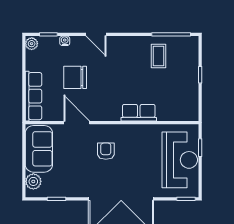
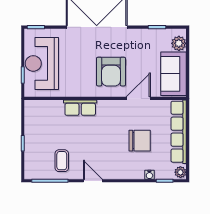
door: (96, 34) -> (93, 181), moved
row of seats: (33, 96) -> (179, 132), width x1.36
door: (77, 123) -> (138, 98), swing flipped
armchair: (106, 151) -> (111, 72), width x1.88, depth x1.88

